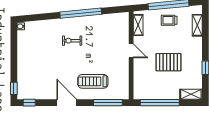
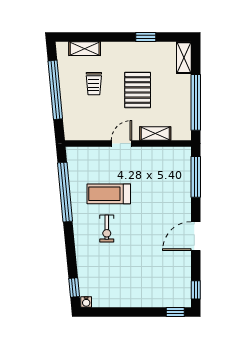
window: (81, 13) -> (65, 192), moved
window: (31, 18) -> (74, 288), added
trolley: (169, 20) -> (94, 84), moved
shelving: (138, 25) -> (155, 134), moved
treadmill: (93, 81) -> (109, 194), moved, turned 90

